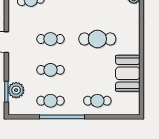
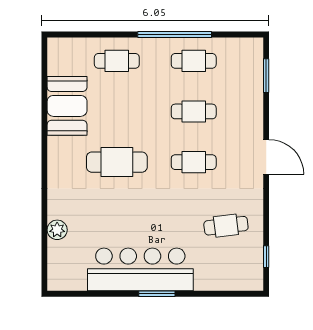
plant: (16, 90) -> (250, 78), removed

